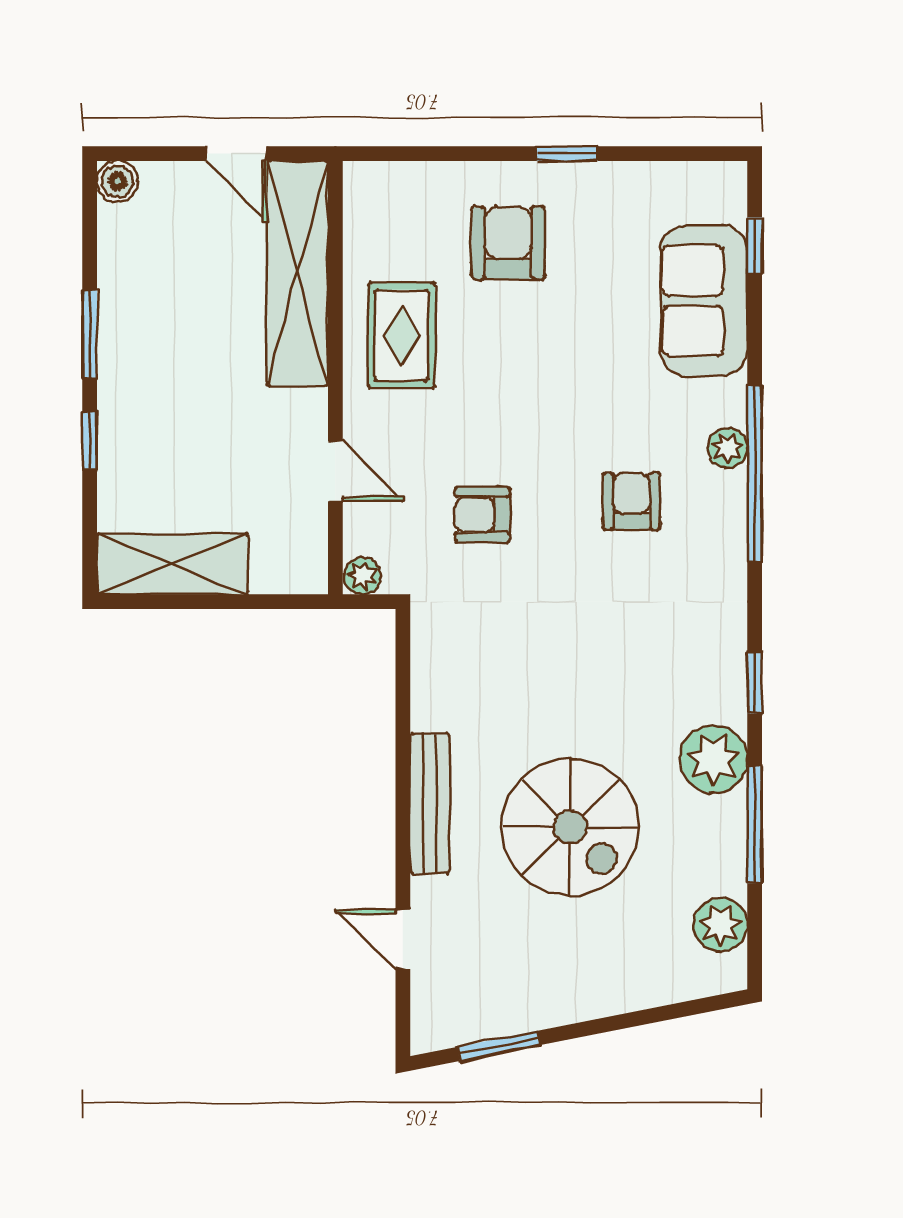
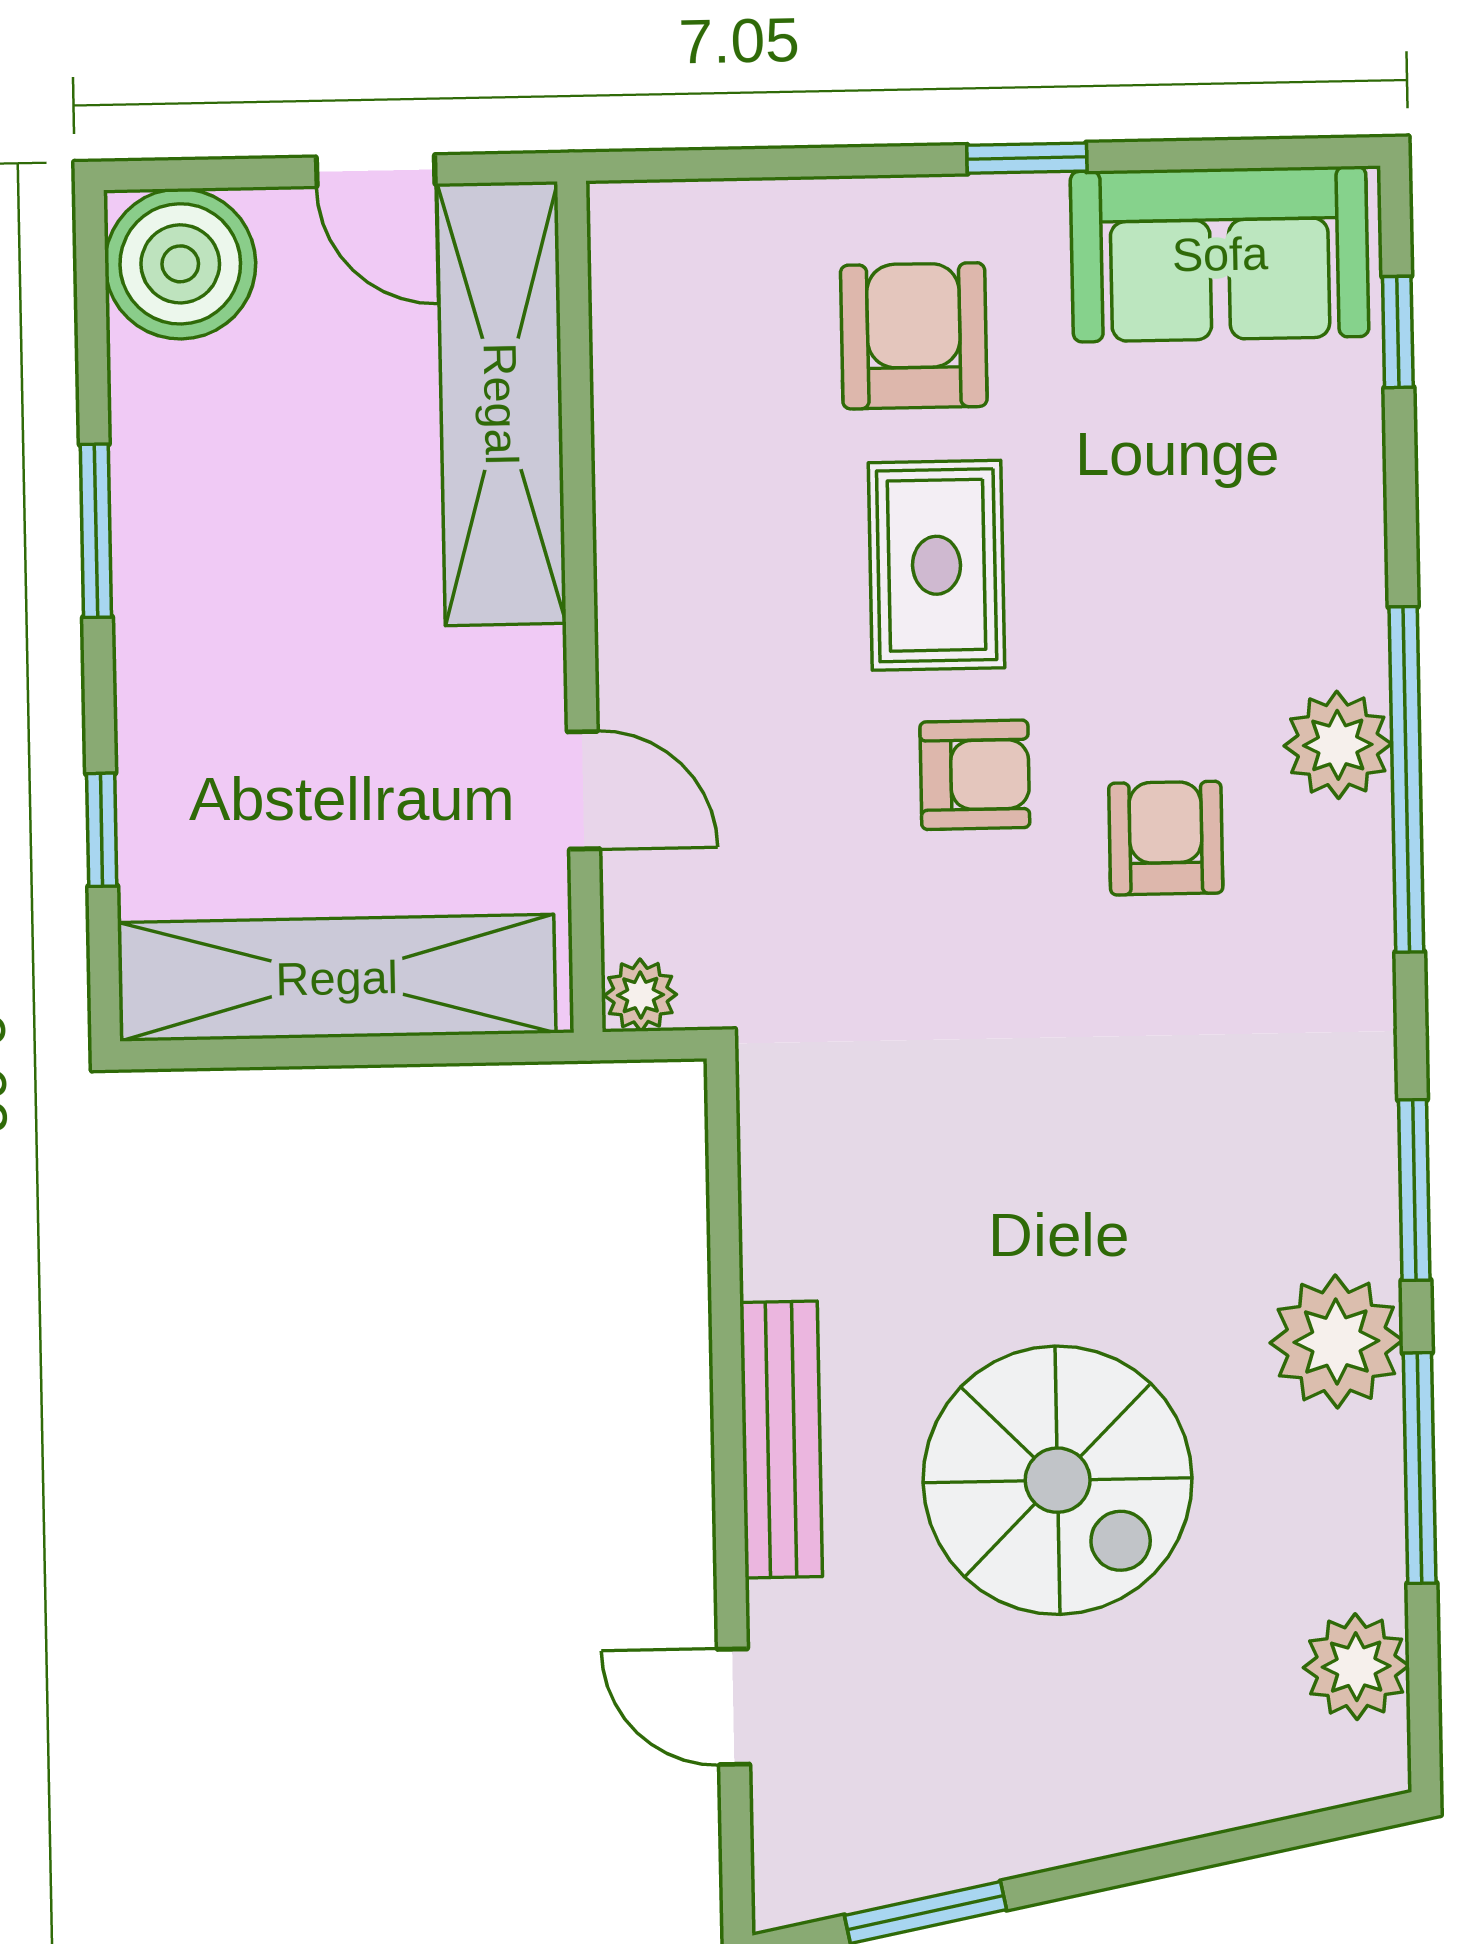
boiler: (117, 181) -> (180, 264), width x1.86, depth x1.86
sofa: (704, 301) -> (1220, 254), moved, turned -90
rug: (402, 335) -> (937, 565), moved
window: (90, 441) -> (102, 830), moved
plant: (727, 448) -> (1338, 745), width x1.38, depth x1.38
armchair: (482, 515) -> (975, 775), moved, turned 180
shelving: (173, 564) -> (337, 978), width x1.47
window: (755, 683) -> (1414, 1190), width x1.50

